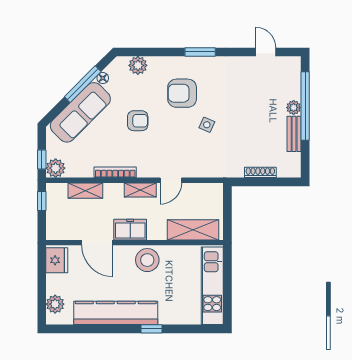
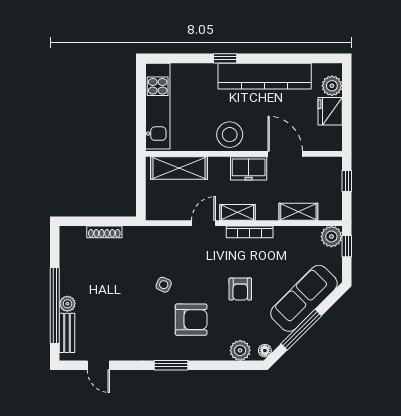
floor lamp: (103, 78) -> (265, 351), moved
armchair: (138, 121) -> (240, 289), turned -90
bench: (294, 134) -> (67, 333), moved
bookcase: (115, 172) -> (250, 232), moved
window: (42, 201) -> (347, 181), moved
fridge: (57, 260) -> (330, 111), moved

